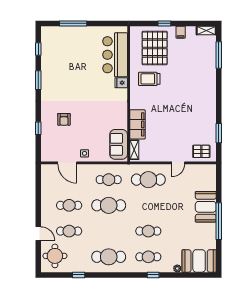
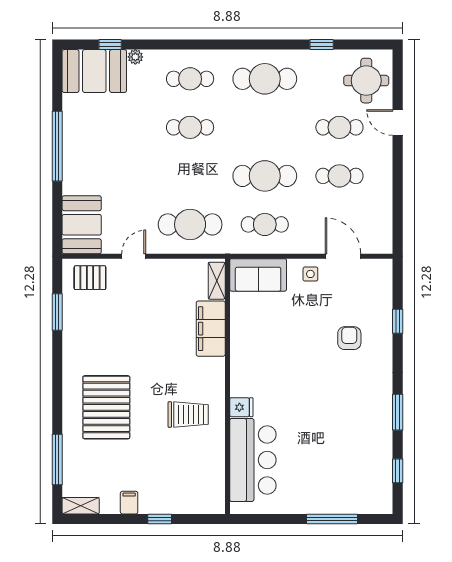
pallet: (155, 48) -> (106, 407), moved
sofa: (119, 144) -> (258, 275), moved, turned 90
booth: (206, 207) -> (82, 225), moved
window: (153, 275) -> (110, 45), moved

